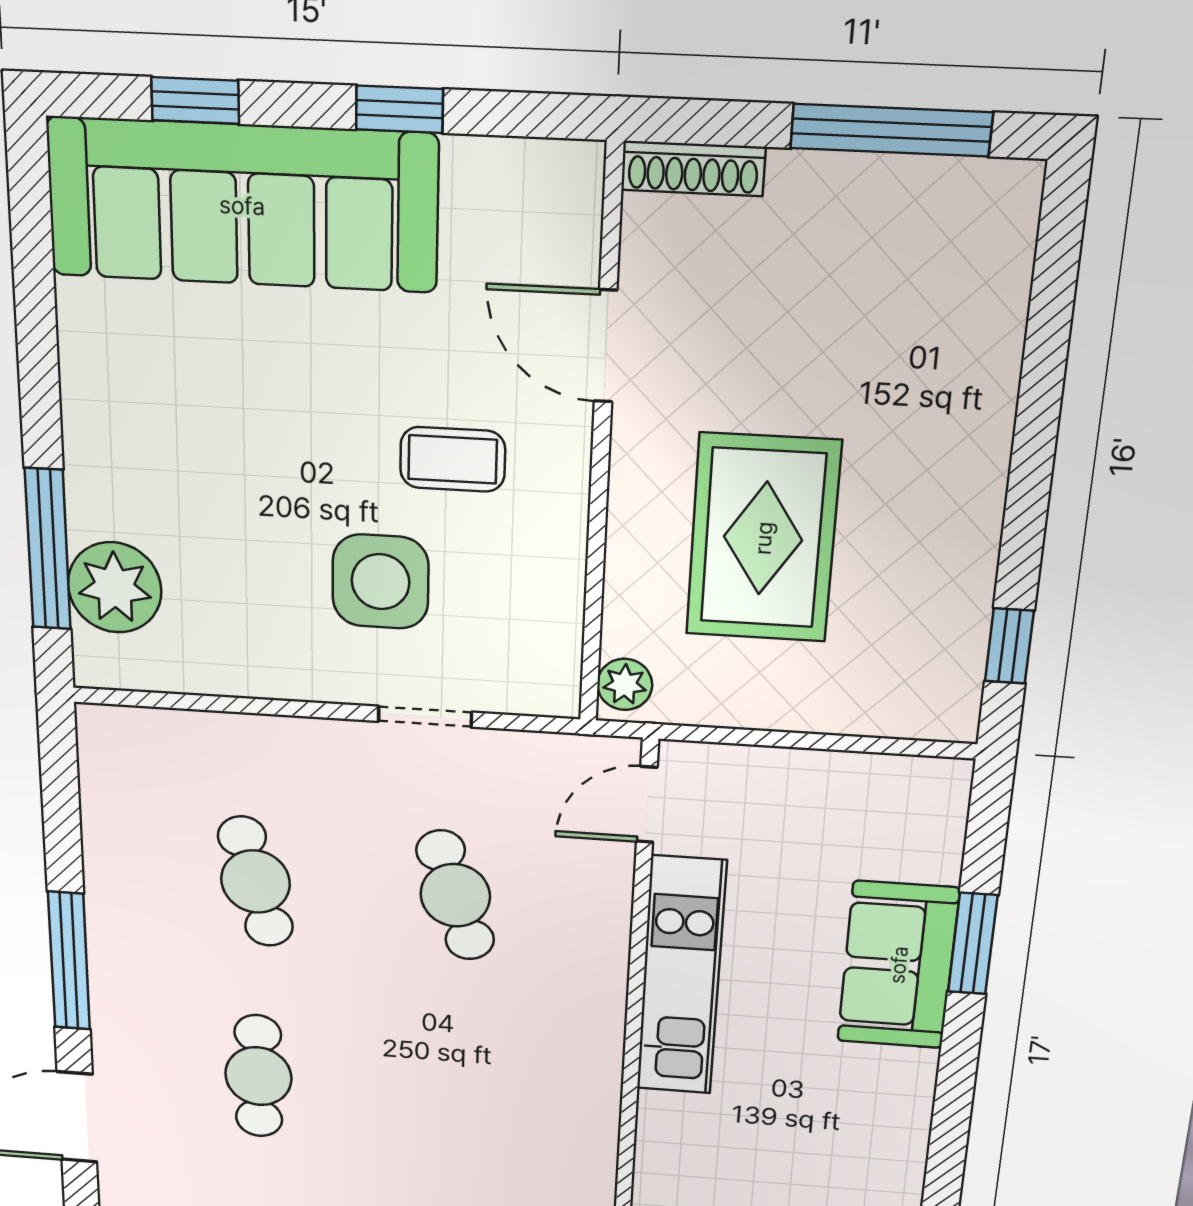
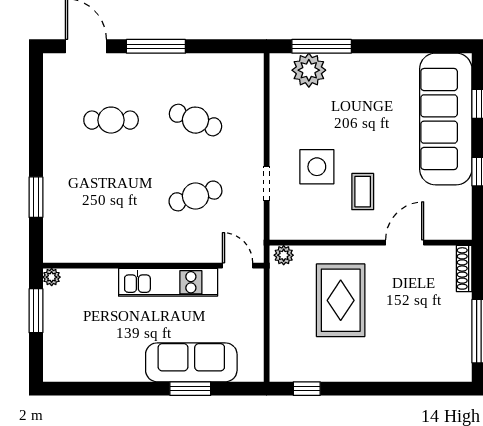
rug: (763, 538) -> (341, 300), turned 90
cafe table: (256, 882) -> (195, 120), turned 36
sofa: (898, 965) -> (191, 362), width x1.36

